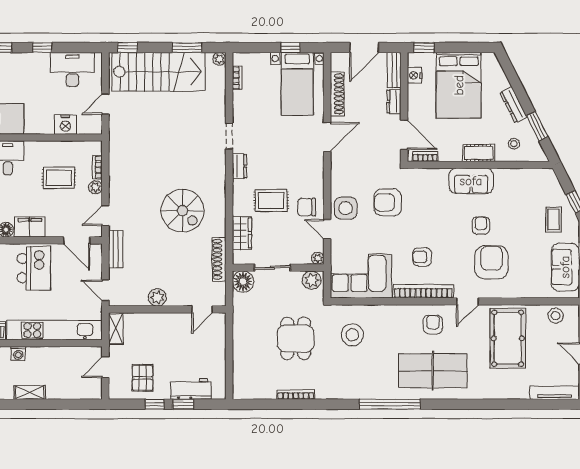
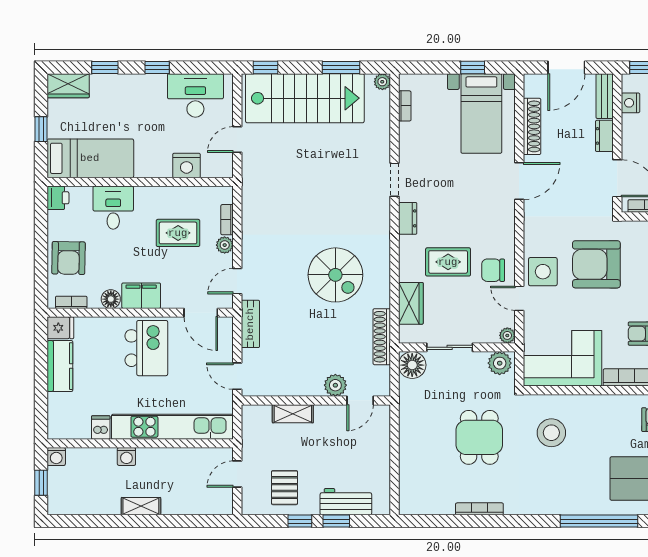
armchair: (388, 202) -> (596, 264), width x1.36, depth x1.36
plant: (157, 297) -> (335, 385), moved
shelving: (116, 329) -> (293, 414), moved, turned 90

